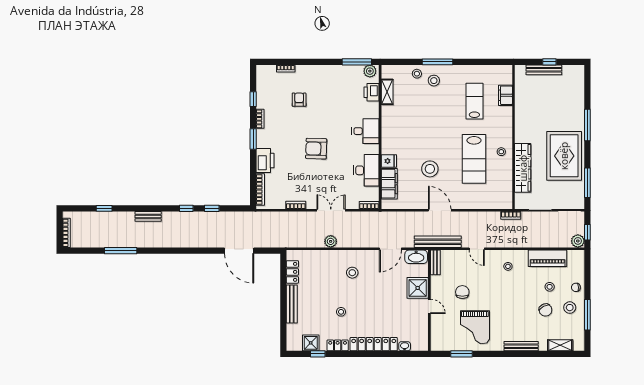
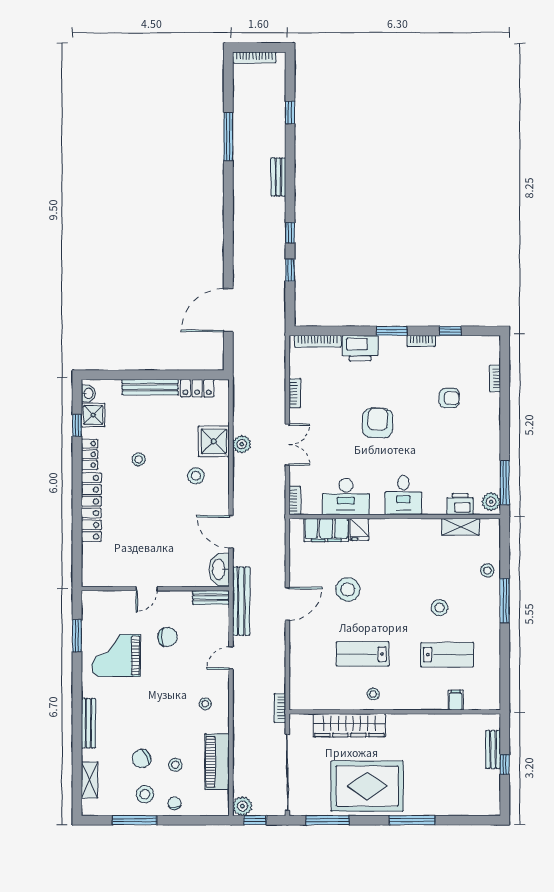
bench: (544, 70) -> (493, 750), width x0.73
stool: (434, 81) -> (440, 608), moved
filing cabinet: (505, 95) -> (456, 700), width x0.50
lab bench: (474, 159) -> (362, 654), width x0.73, depth x0.72
shower: (418, 288) -> (214, 441), moved
washbasin: (405, 346) -> (88, 393), moved

